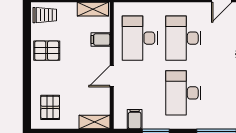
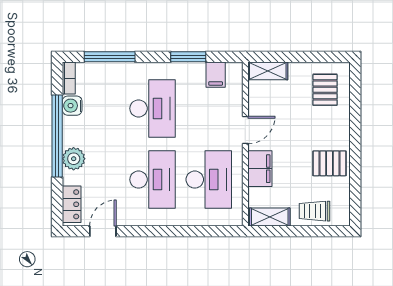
trolley: (45, 15) -> (315, 211), moved
filing cabinet: (100, 40) -> (260, 169), width x2.00

